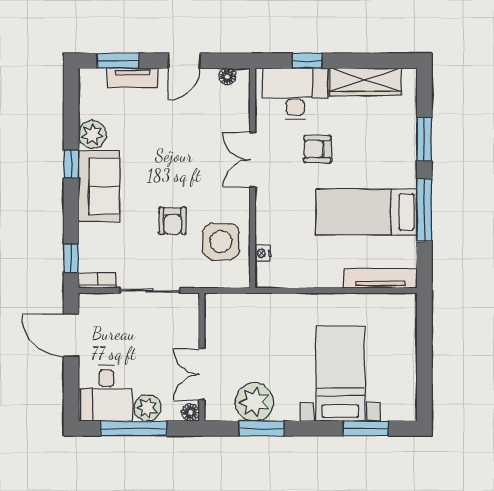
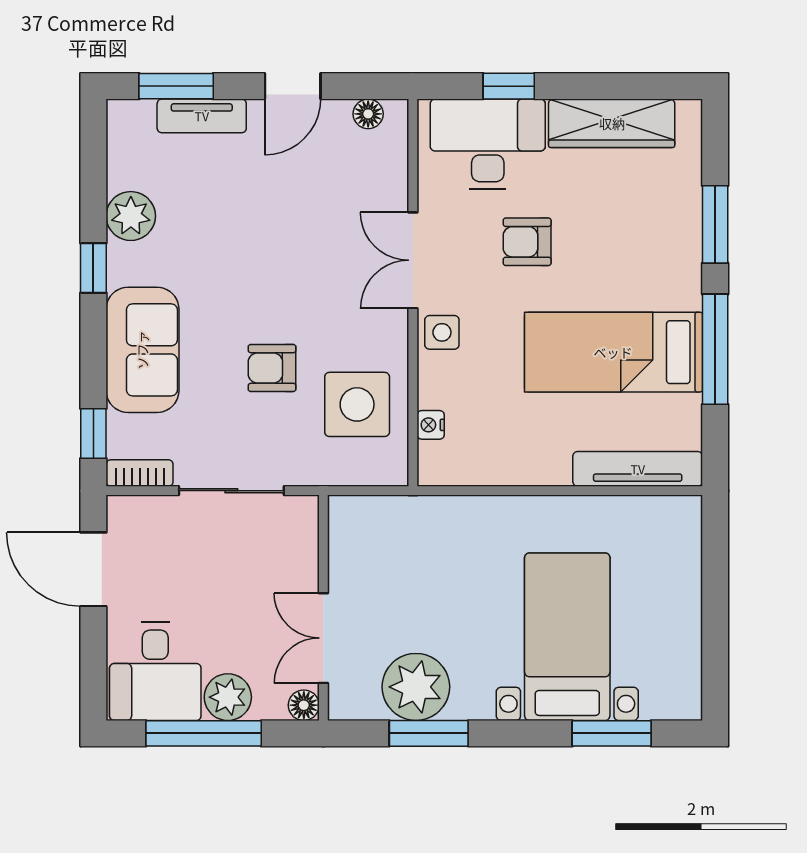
sofa: (99, 186) -> (142, 350), moved
side table: (269, 201) -> (442, 332), added
armchair: (173, 221) -> (272, 368), turned 90

